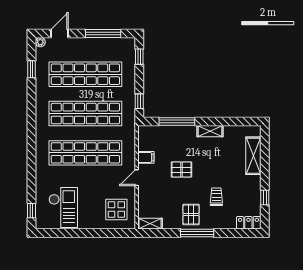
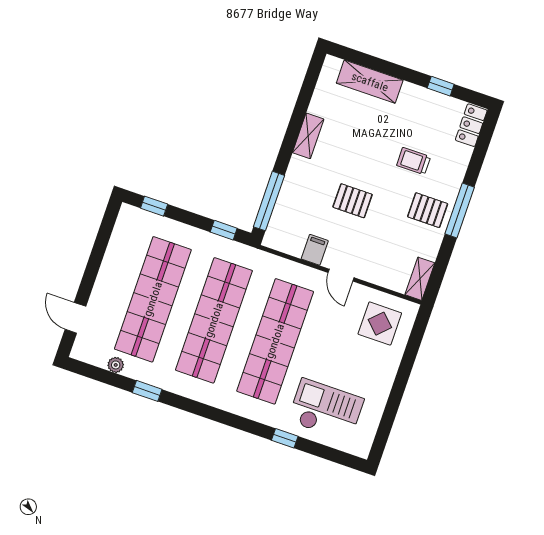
window: (103, 33) -> (99, 250), removed
plant: (40, 42) -> (116, 365), moved
window: (32, 69) -> (147, 391), moved
window: (177, 122) -> (269, 201), moved
pallet: (182, 170) -> (353, 201), turned 90
checkout: (63, 207) -> (326, 410), moved
window: (32, 211) -> (285, 438), moved

